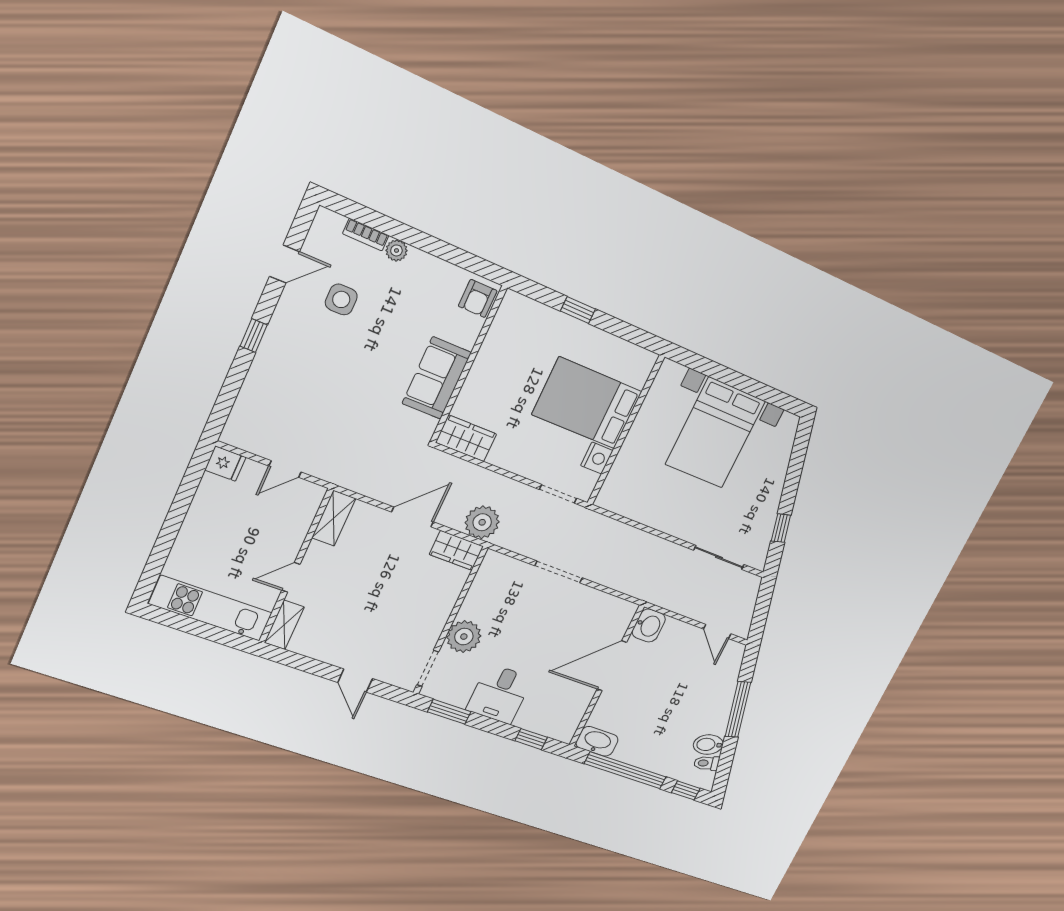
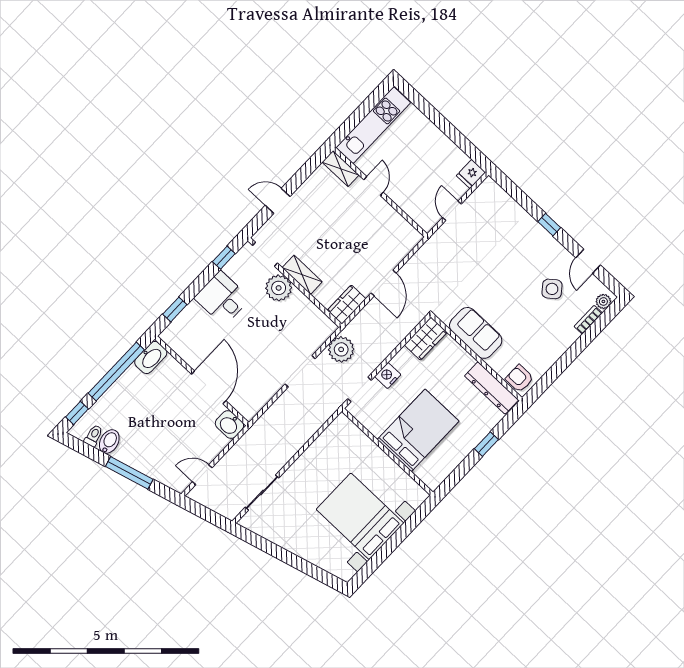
plant: (396, 250) -> (603, 301), moved
side table: (341, 299) -> (552, 289), turned -38
dresser: (502, 331) -> (492, 388), added
nightstand: (597, 458) -> (388, 376), moved, turned 90
shelving: (334, 518) -> (302, 275), moved
plant: (482, 522) -> (341, 349), moved
window: (781, 528) -> (266, 546), removed
window: (449, 712) -> (224, 258), width x0.67

